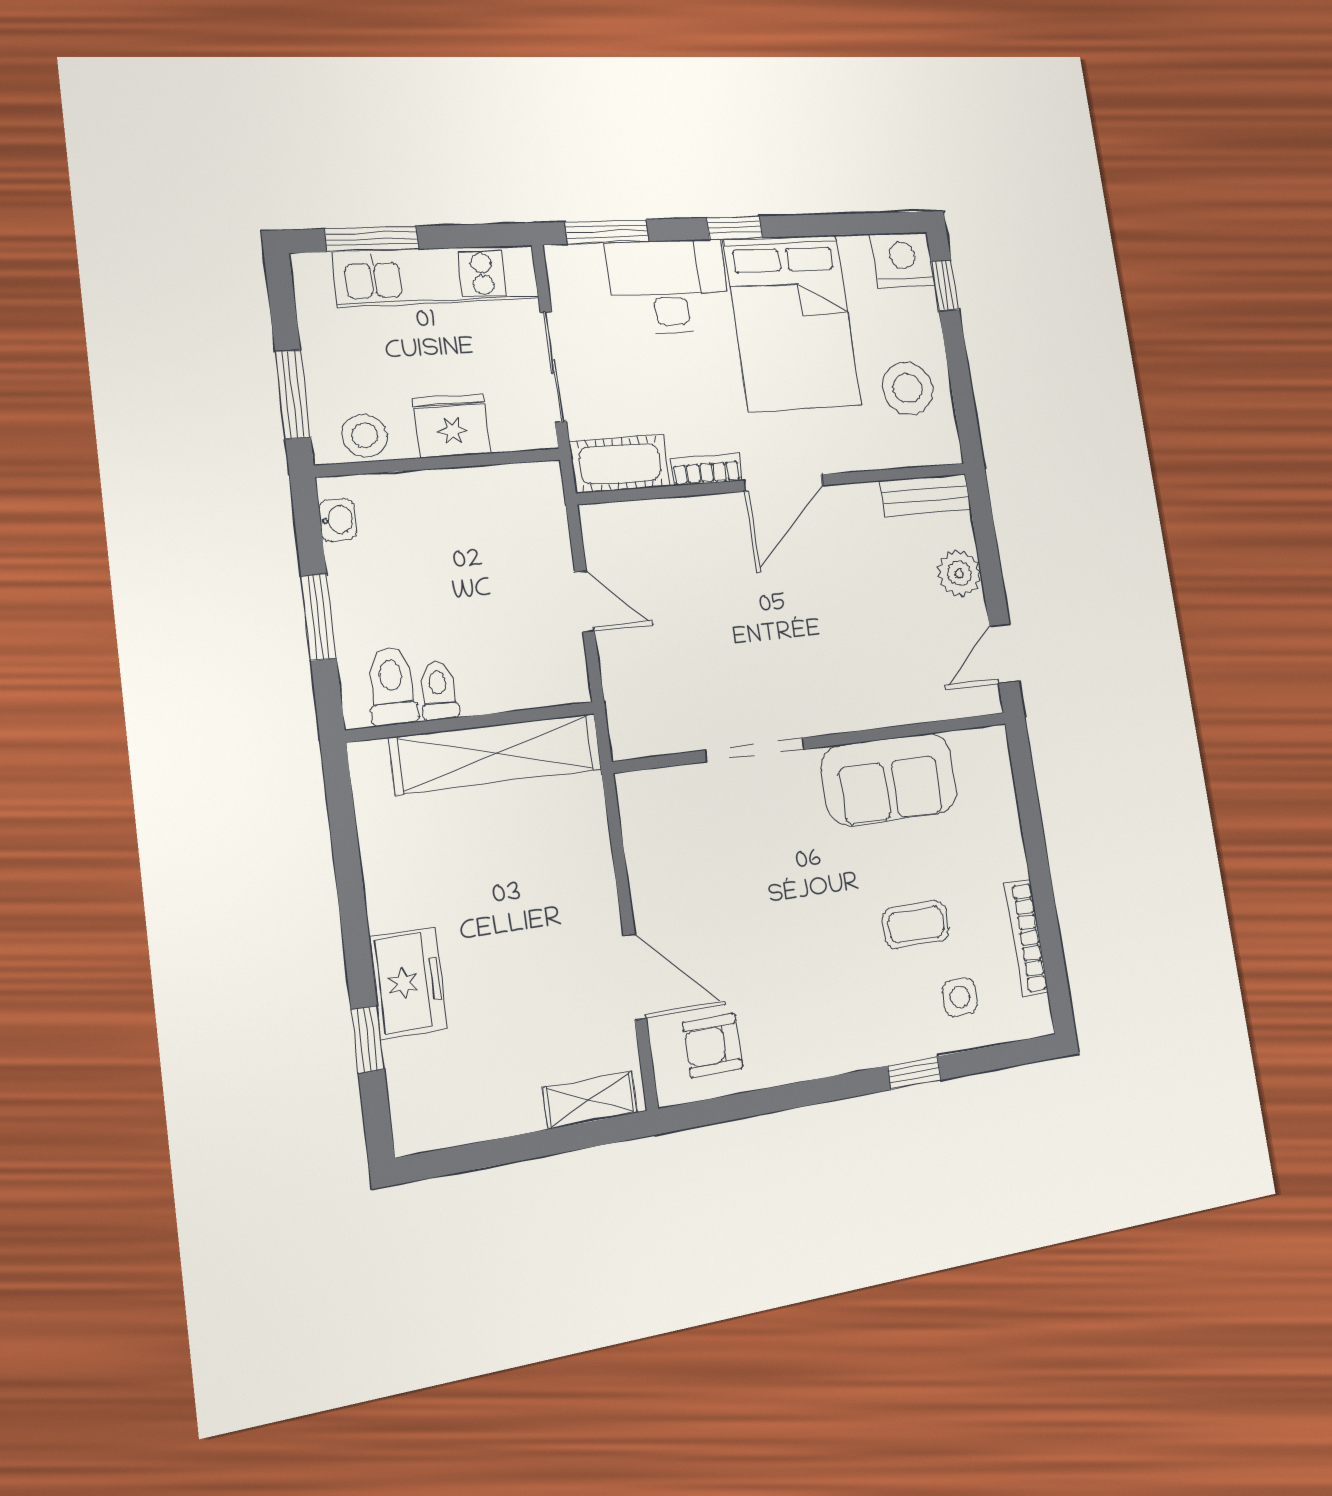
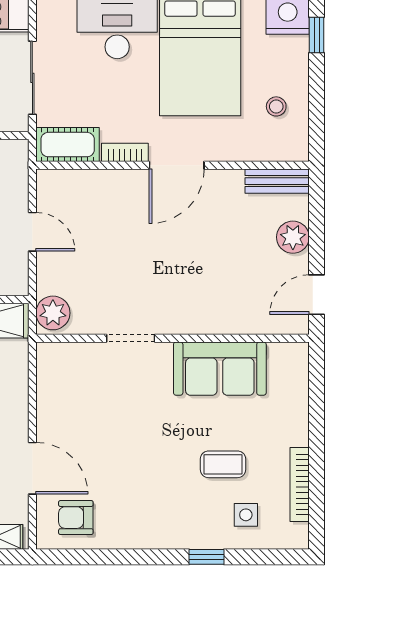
stool: (908, 388) -> (276, 106), width x0.53, depth x0.53
plant: (633, 725) -> (53, 313), added
doorway: (755, 750) -> (131, 338), width x0.73

